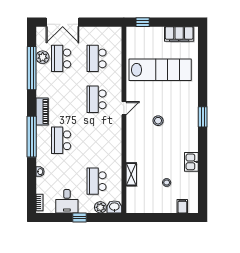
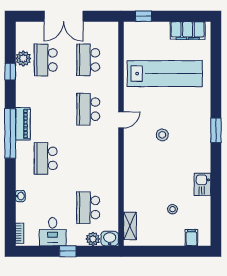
double door: (63, 22) -> (64, 16), moved
window: (32, 68) -> (10, 72), width x0.32
window: (32, 137) -> (10, 133), moved
shelving: (131, 174) -> (130, 226), moved

